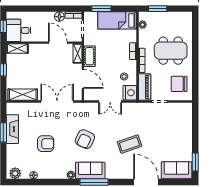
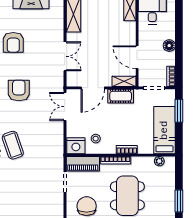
window: (158, 9) -> (179, 201), moved
floor lamp: (59, 17) -> (169, 46), moved
door: (58, 43) -> (137, 57), swing flipped
double door: (57, 102) -> (65, 56), width x0.73
double door: (110, 102) -> (65, 107), moved
armchair: (85, 139) -> (19, 90), turned 65

